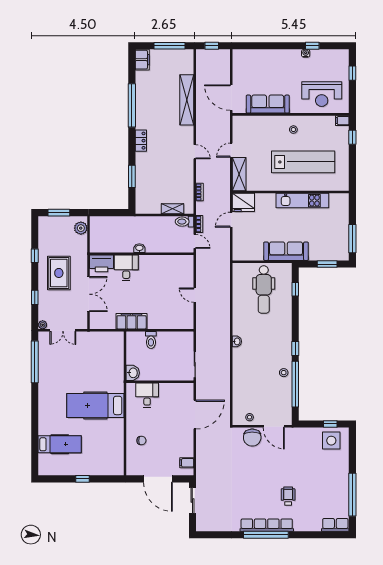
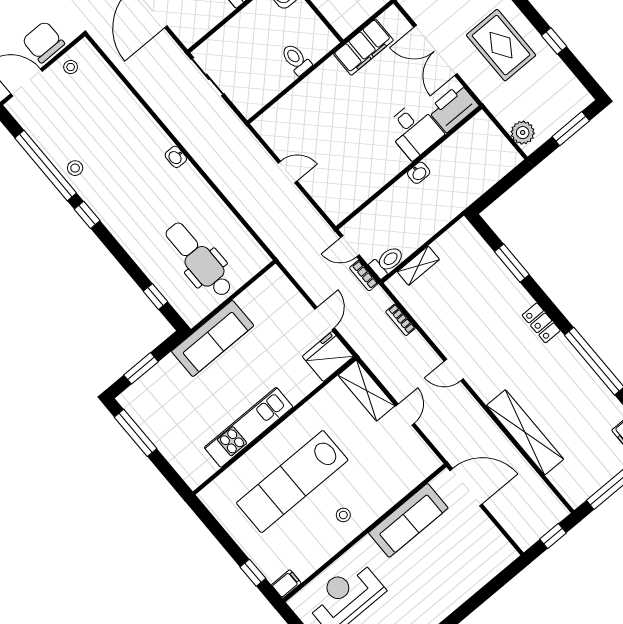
filing cabinet: (132, 321) -> (363, 47), moved

